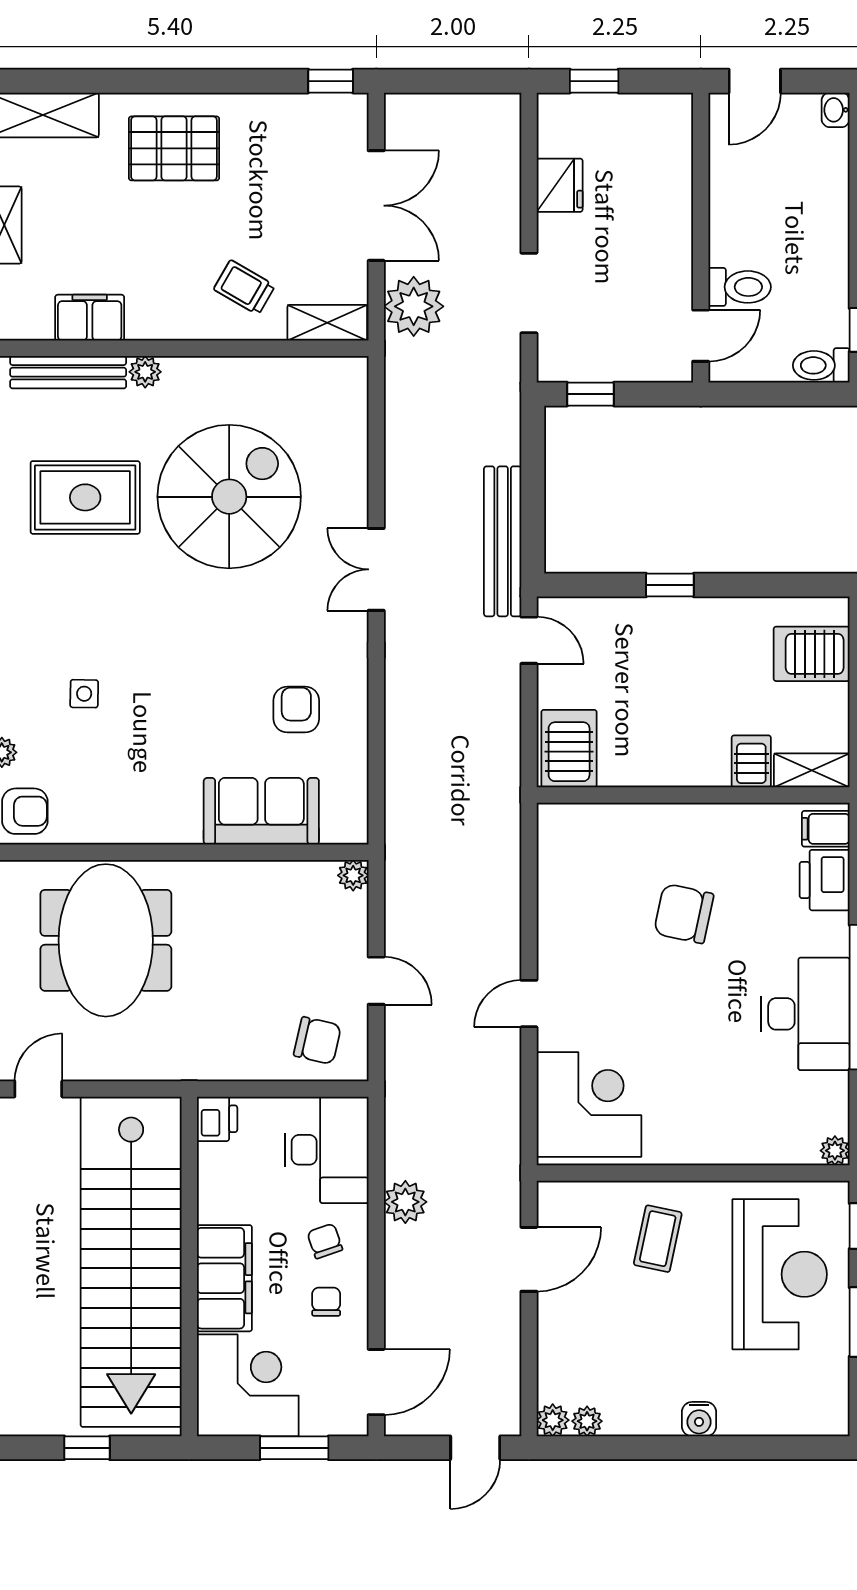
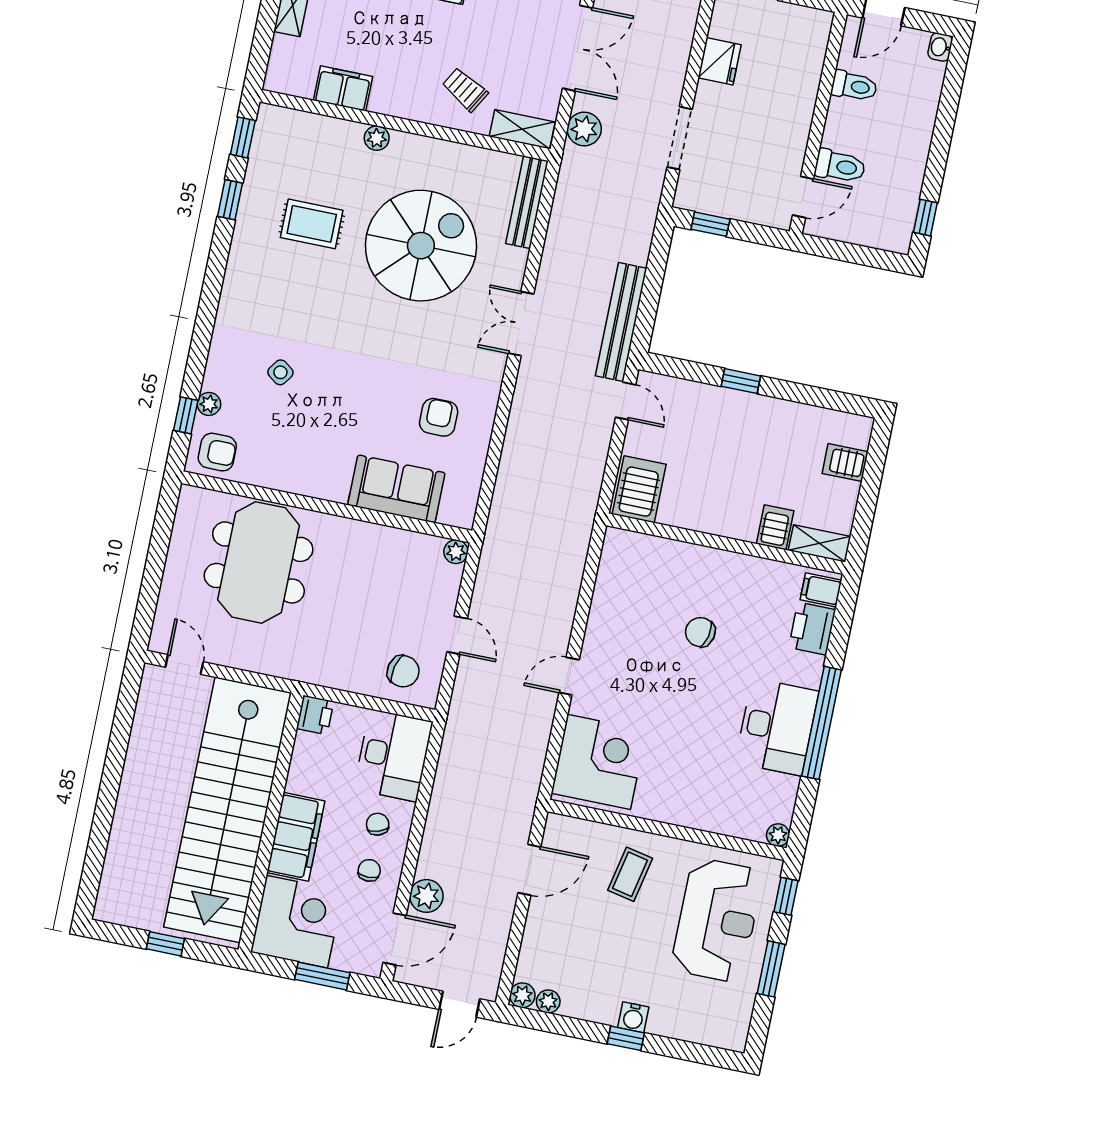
plant: (414, 306) -> (584, 129), width x0.73, depth x0.73
toilet: (821, 365) -> (854, 86), moved, turned 180
bench: (68, 372) -> (527, 202), moved, turned 90
rug: (85, 497) -> (312, 224), width x0.73, depth x0.70
server rack: (812, 654) -> (845, 463), width x0.73, depth x0.70
side table: (84, 694) -> (280, 372), turned 35
chair: (684, 914) -> (700, 632), width x0.73, depth x0.73
door: (38, 1089) -> (184, 665), hinge flipped
plant: (405, 1202) -> (426, 896), moved
window: (695, 1448) -> (626, 1038), added

